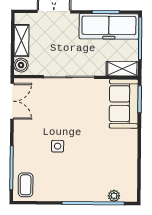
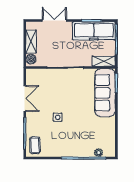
double door: (12, 101) -> (25, 99), moved
sofa: (124, 104) -> (105, 93), width x1.36

